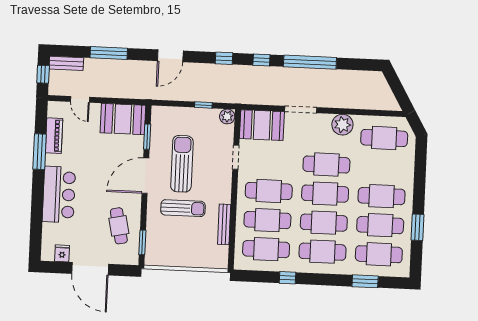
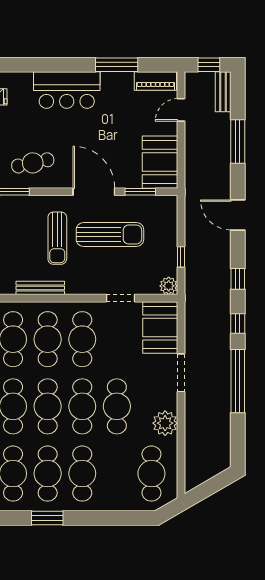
piano: (54, 136) -> (155, 81), moved

